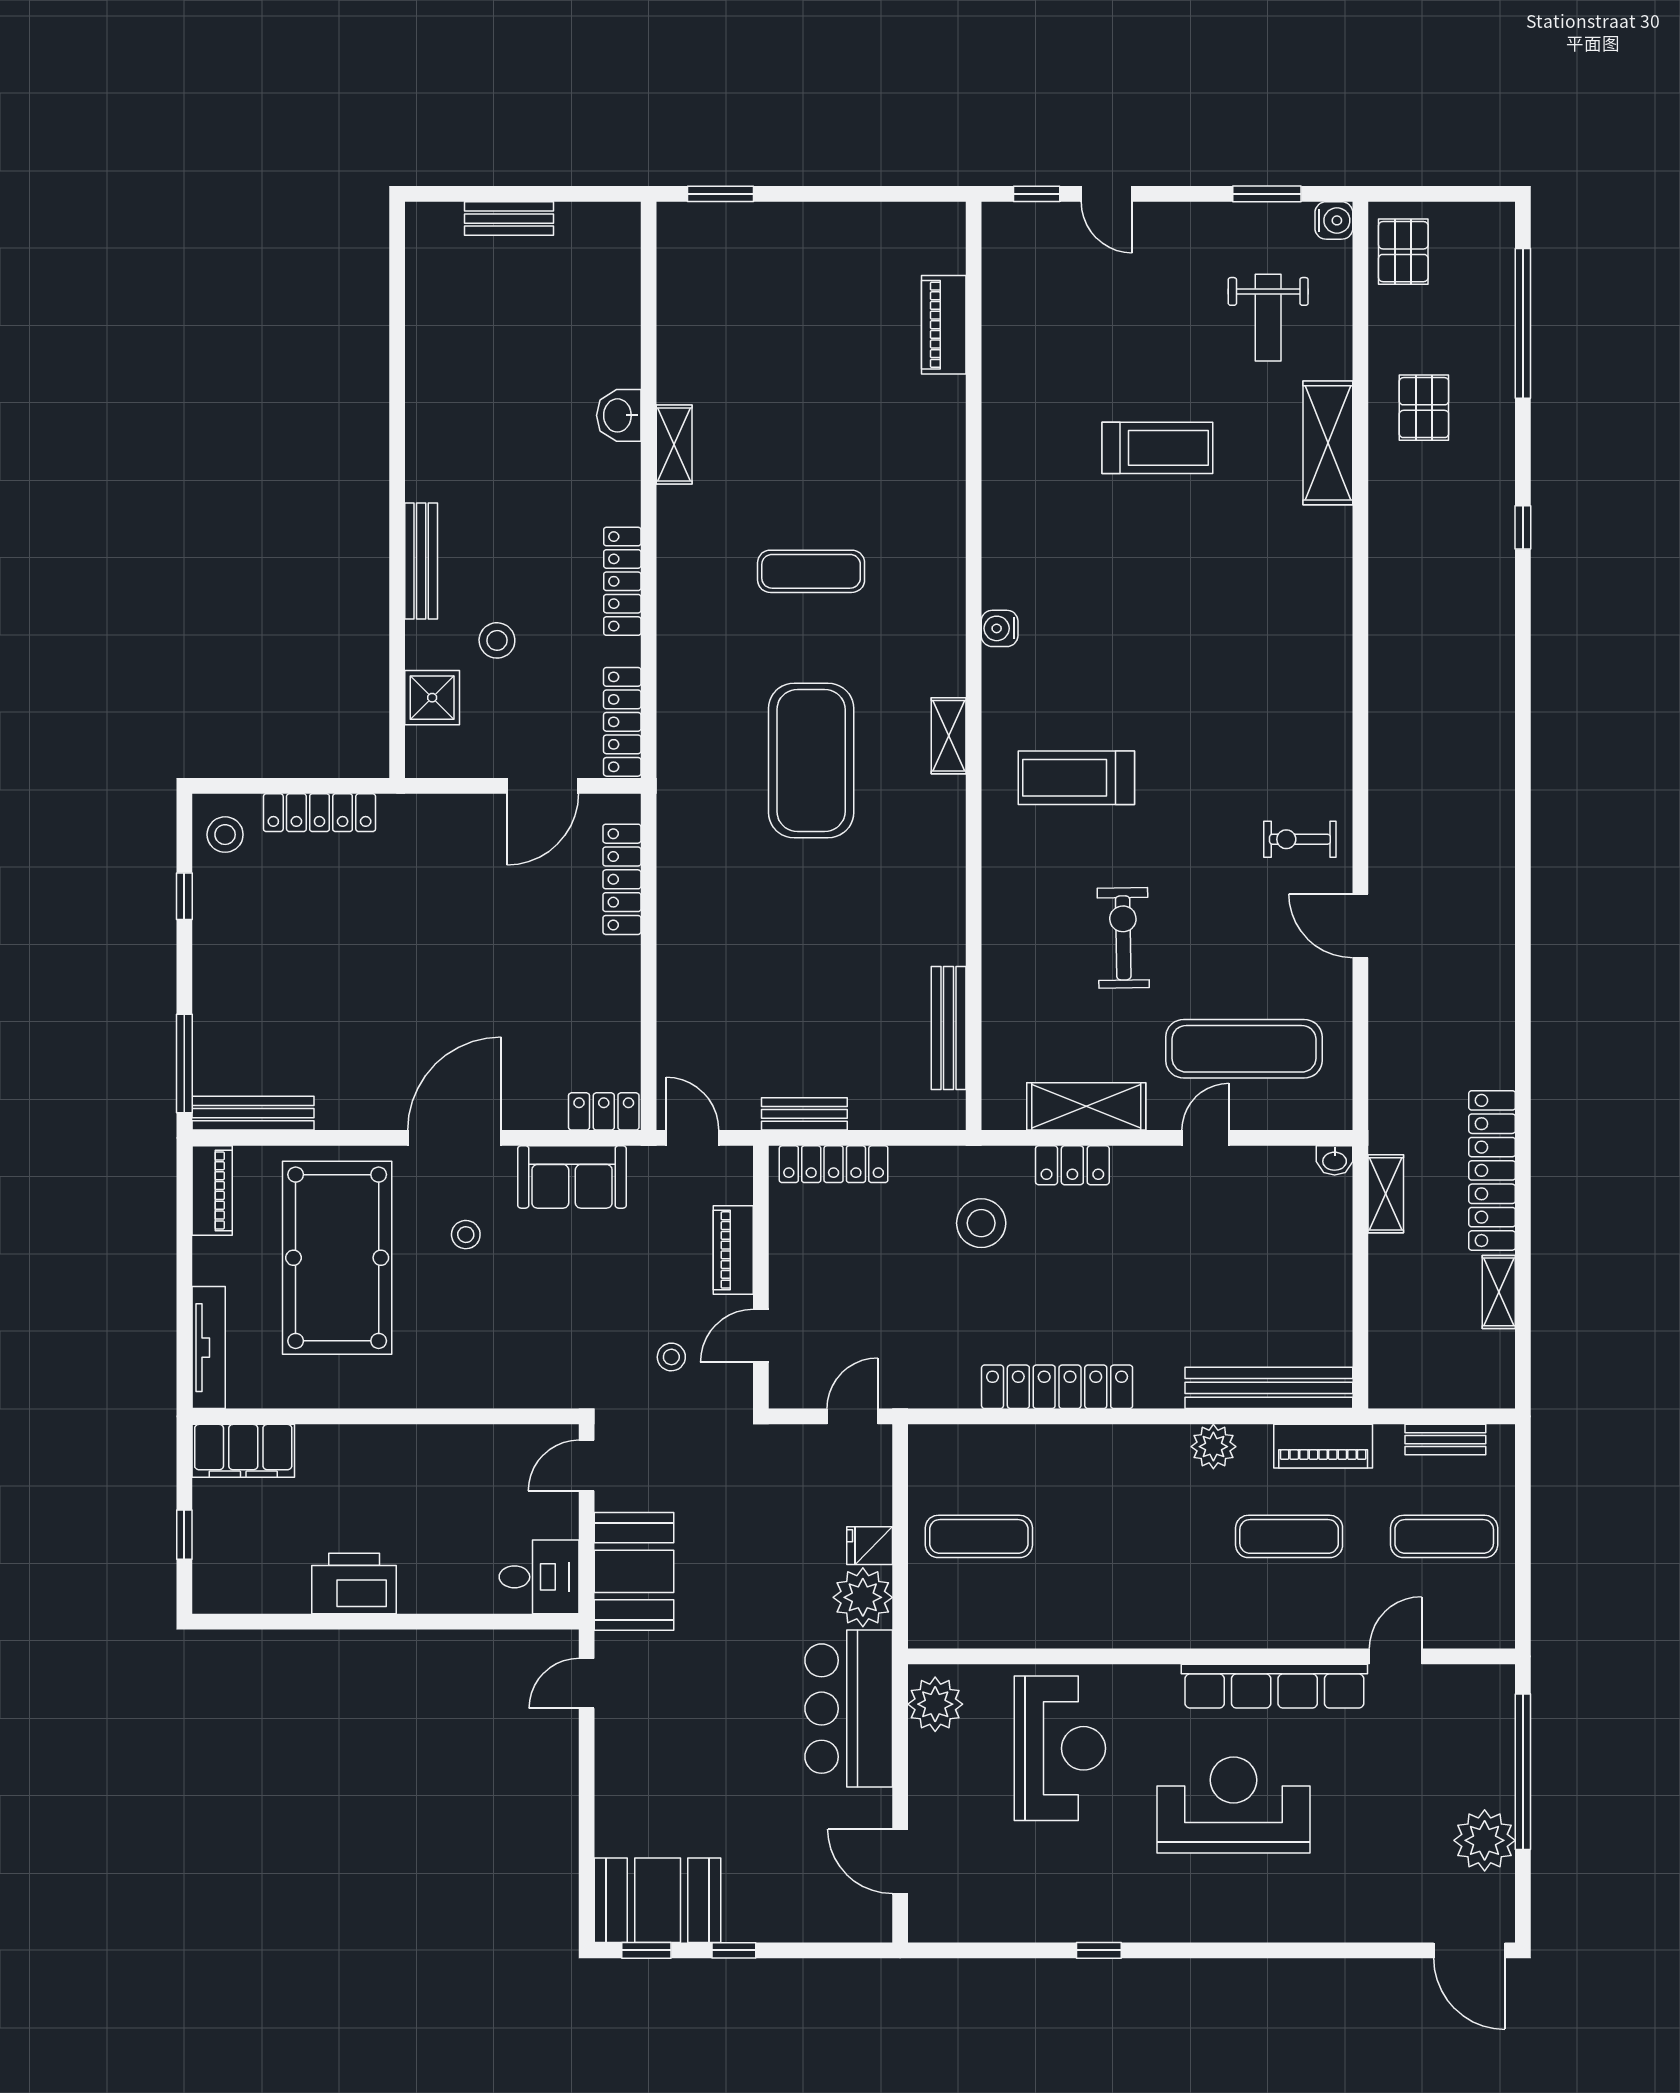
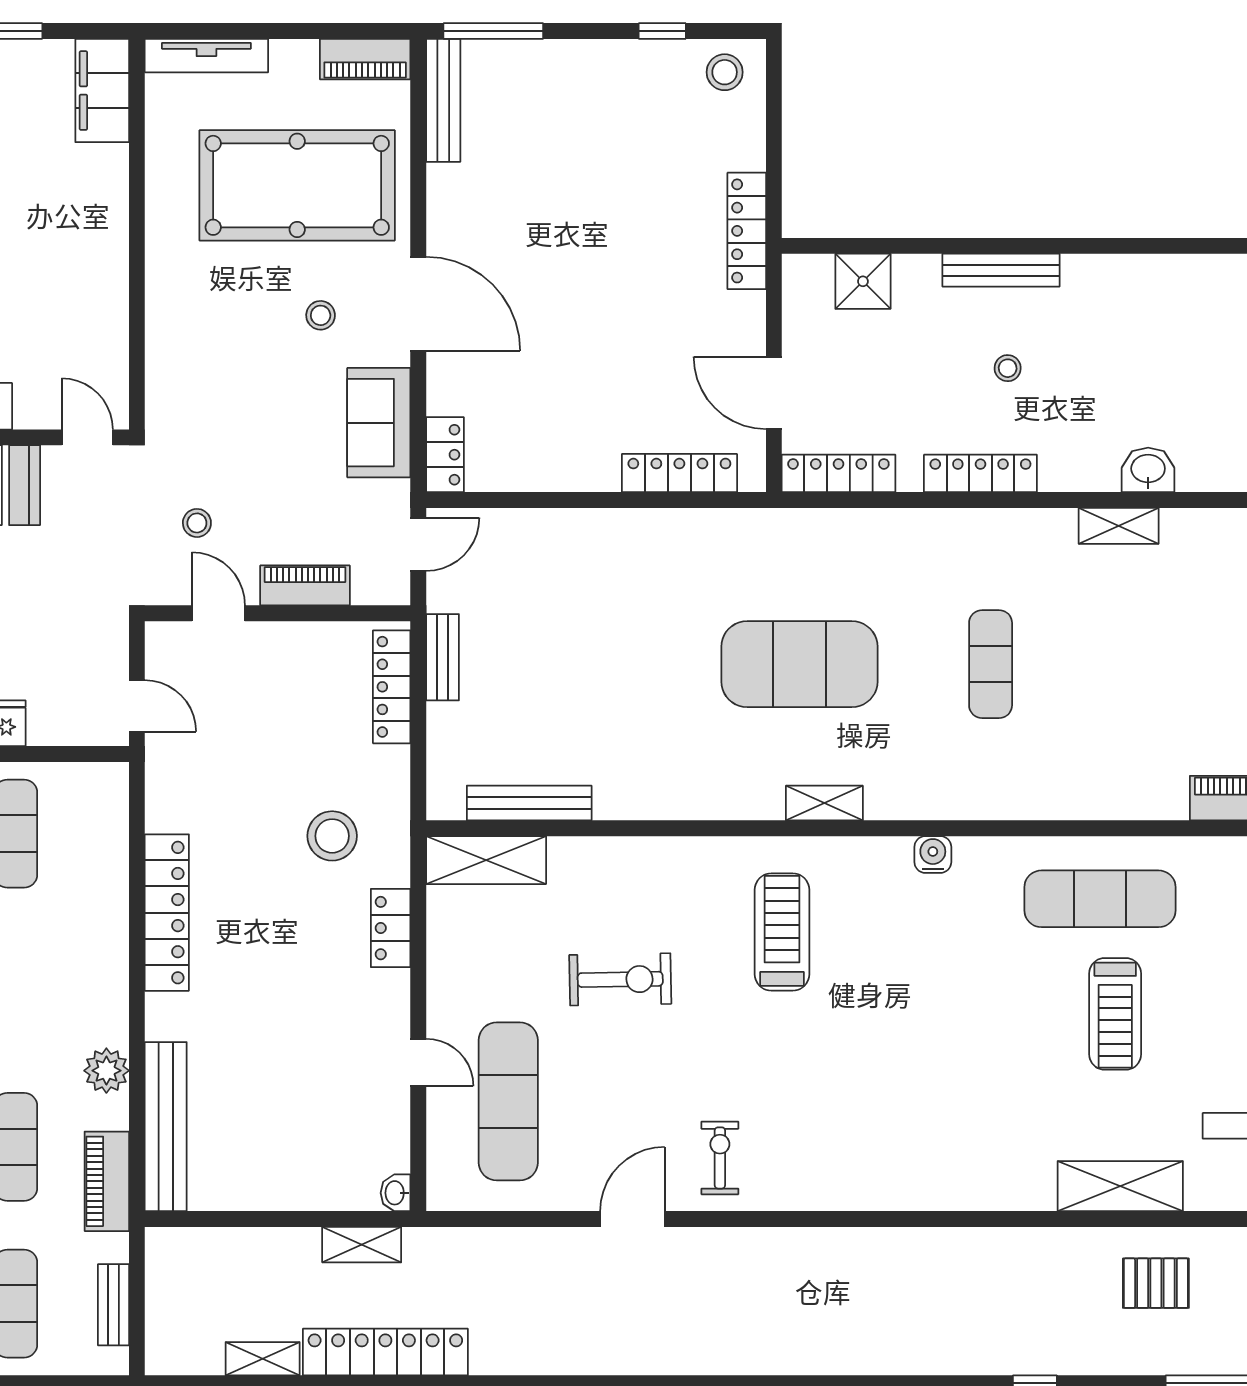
exercise mat: (1043, 463) -> (1100, 899), added
stool: (497, 640) -> (1008, 368), moved, width x0.73, depth x0.73
locker: (319, 813) -> (747, 231), moved
shelving: (1086, 1106) -> (486, 860), moved, turned 90

